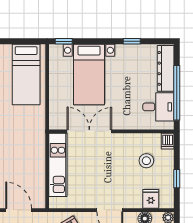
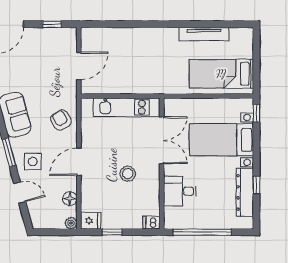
dresser: (166, 68) -> (245, 192), moved, turned -90
desk: (158, 107) -> (180, 191), moved, turned 90
stool: (146, 161) -> (128, 174), moved
fridge: (151, 199) -> (91, 221), moved

